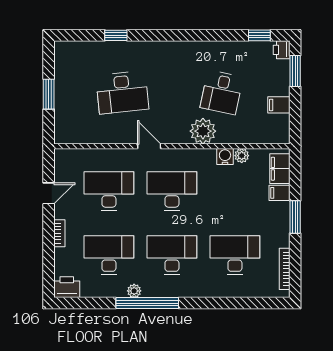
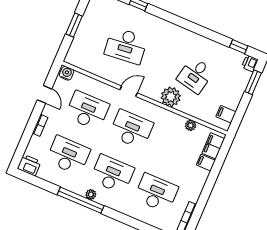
filing cabinet: (279, 105) -> (226, 114), moved
door: (149, 146) -> (129, 91), hinge flipped
water cooler: (225, 156) -> (67, 73), moved
door: (49, 193) -> (44, 94), hinge flipped
window: (295, 217) -> (210, 184), removed
plant: (134, 291) -> (91, 194), moved

